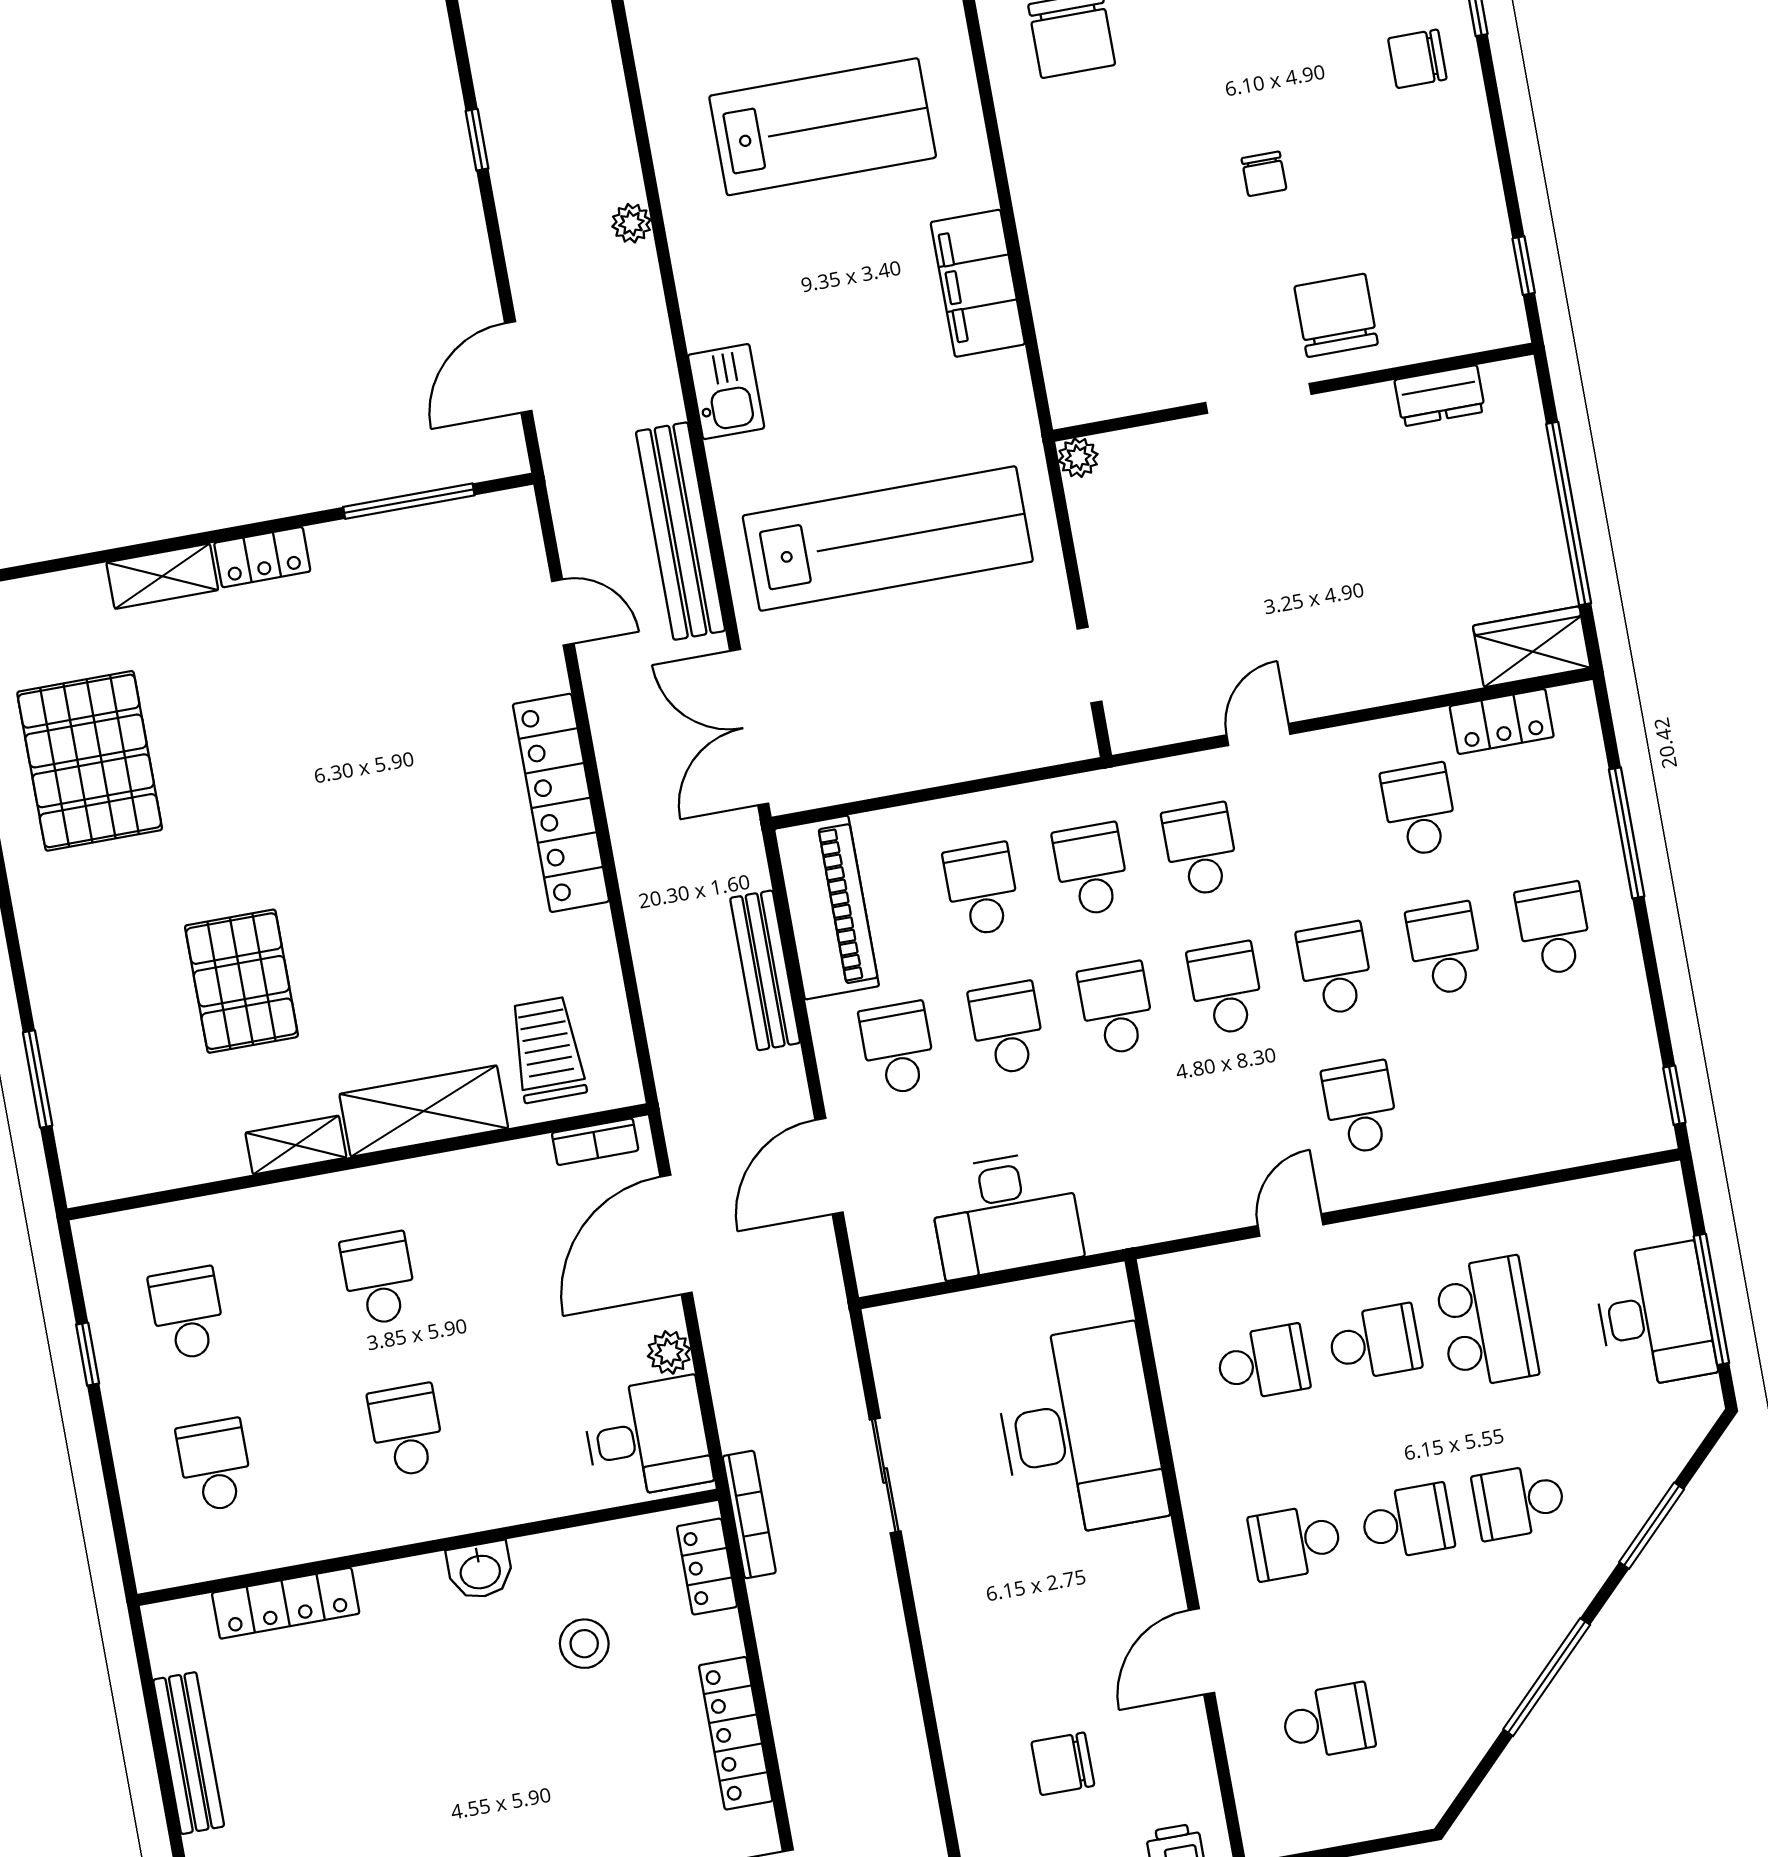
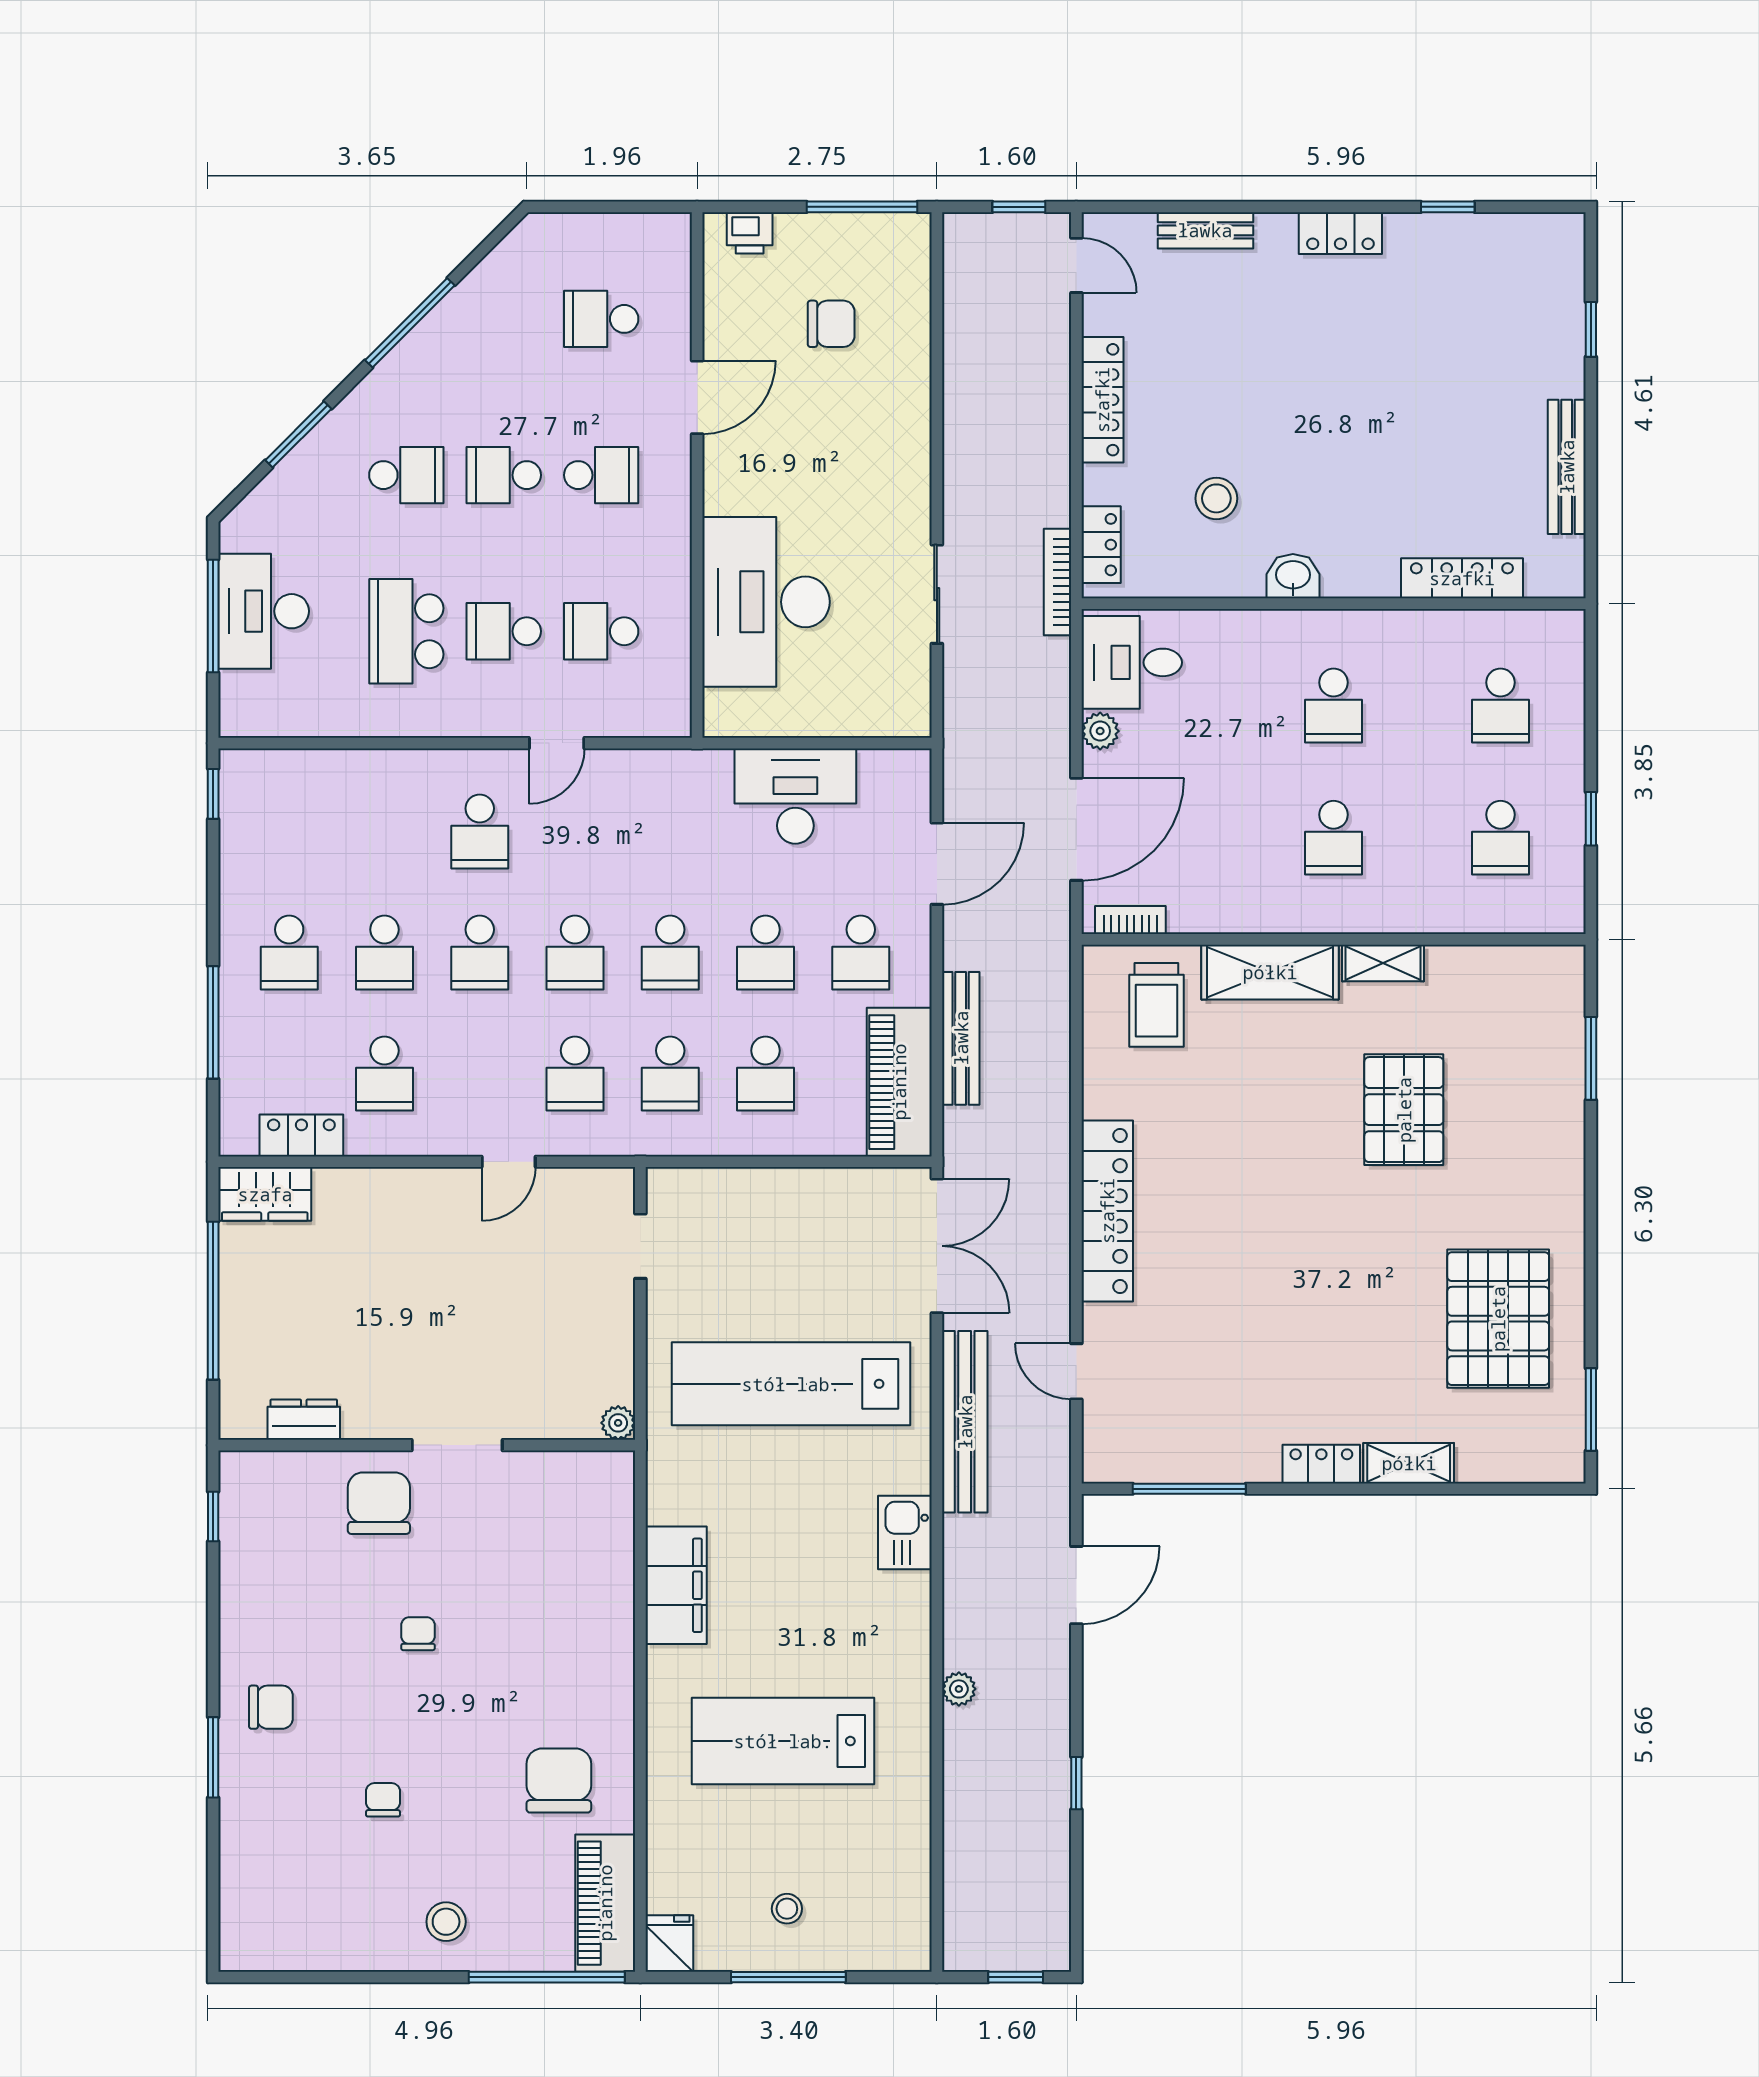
chair: (1336, 315) -> (379, 1503), turned 180

